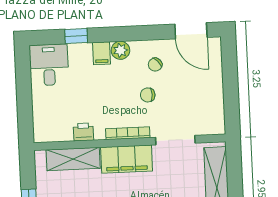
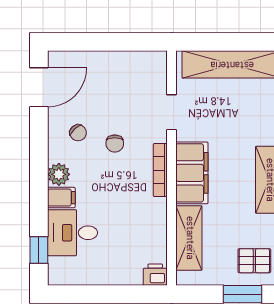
window: (76, 36) -> (39, 250), moved
desk: (49, 65) -> (73, 233), moved
printer: (83, 132) -> (155, 275), moved, turned 90
doorway: (175, 140) -> (172, 112), width x0.73

